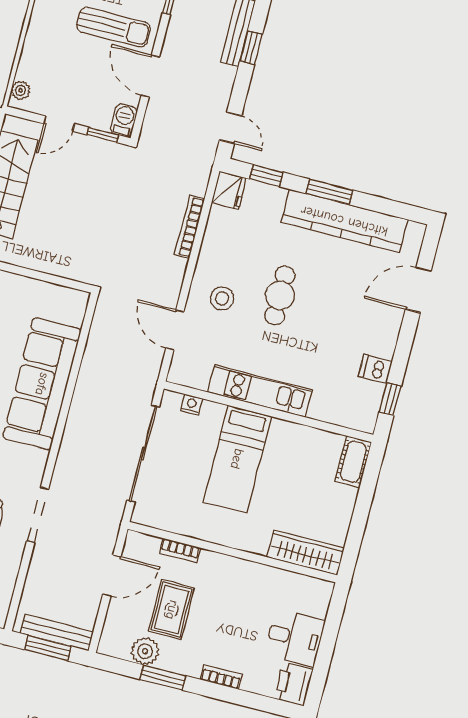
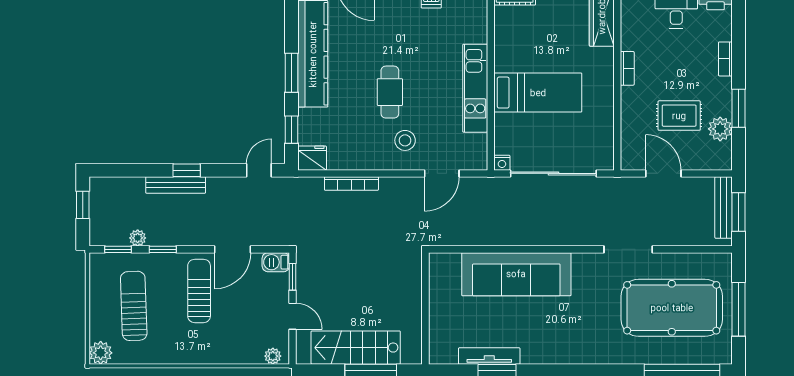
cafe table: (280, 295) -> (390, 92), turned 90
nightstand: (192, 405) -> (502, 163), moved, turned -90
bookcase: (180, 550) -> (627, 68), moved

